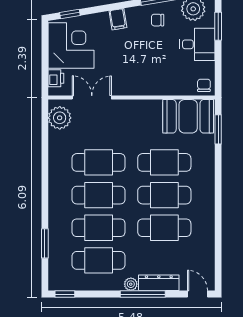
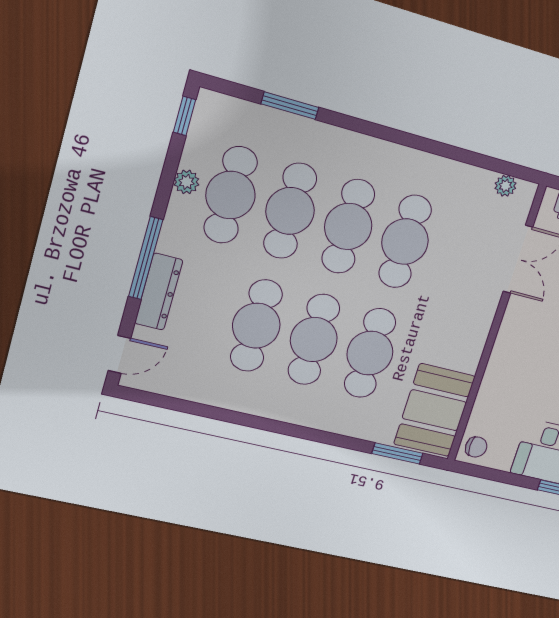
plant: (60, 118) -> (505, 186), width x0.53, depth x0.53
plant: (131, 284) -> (187, 182), moved

